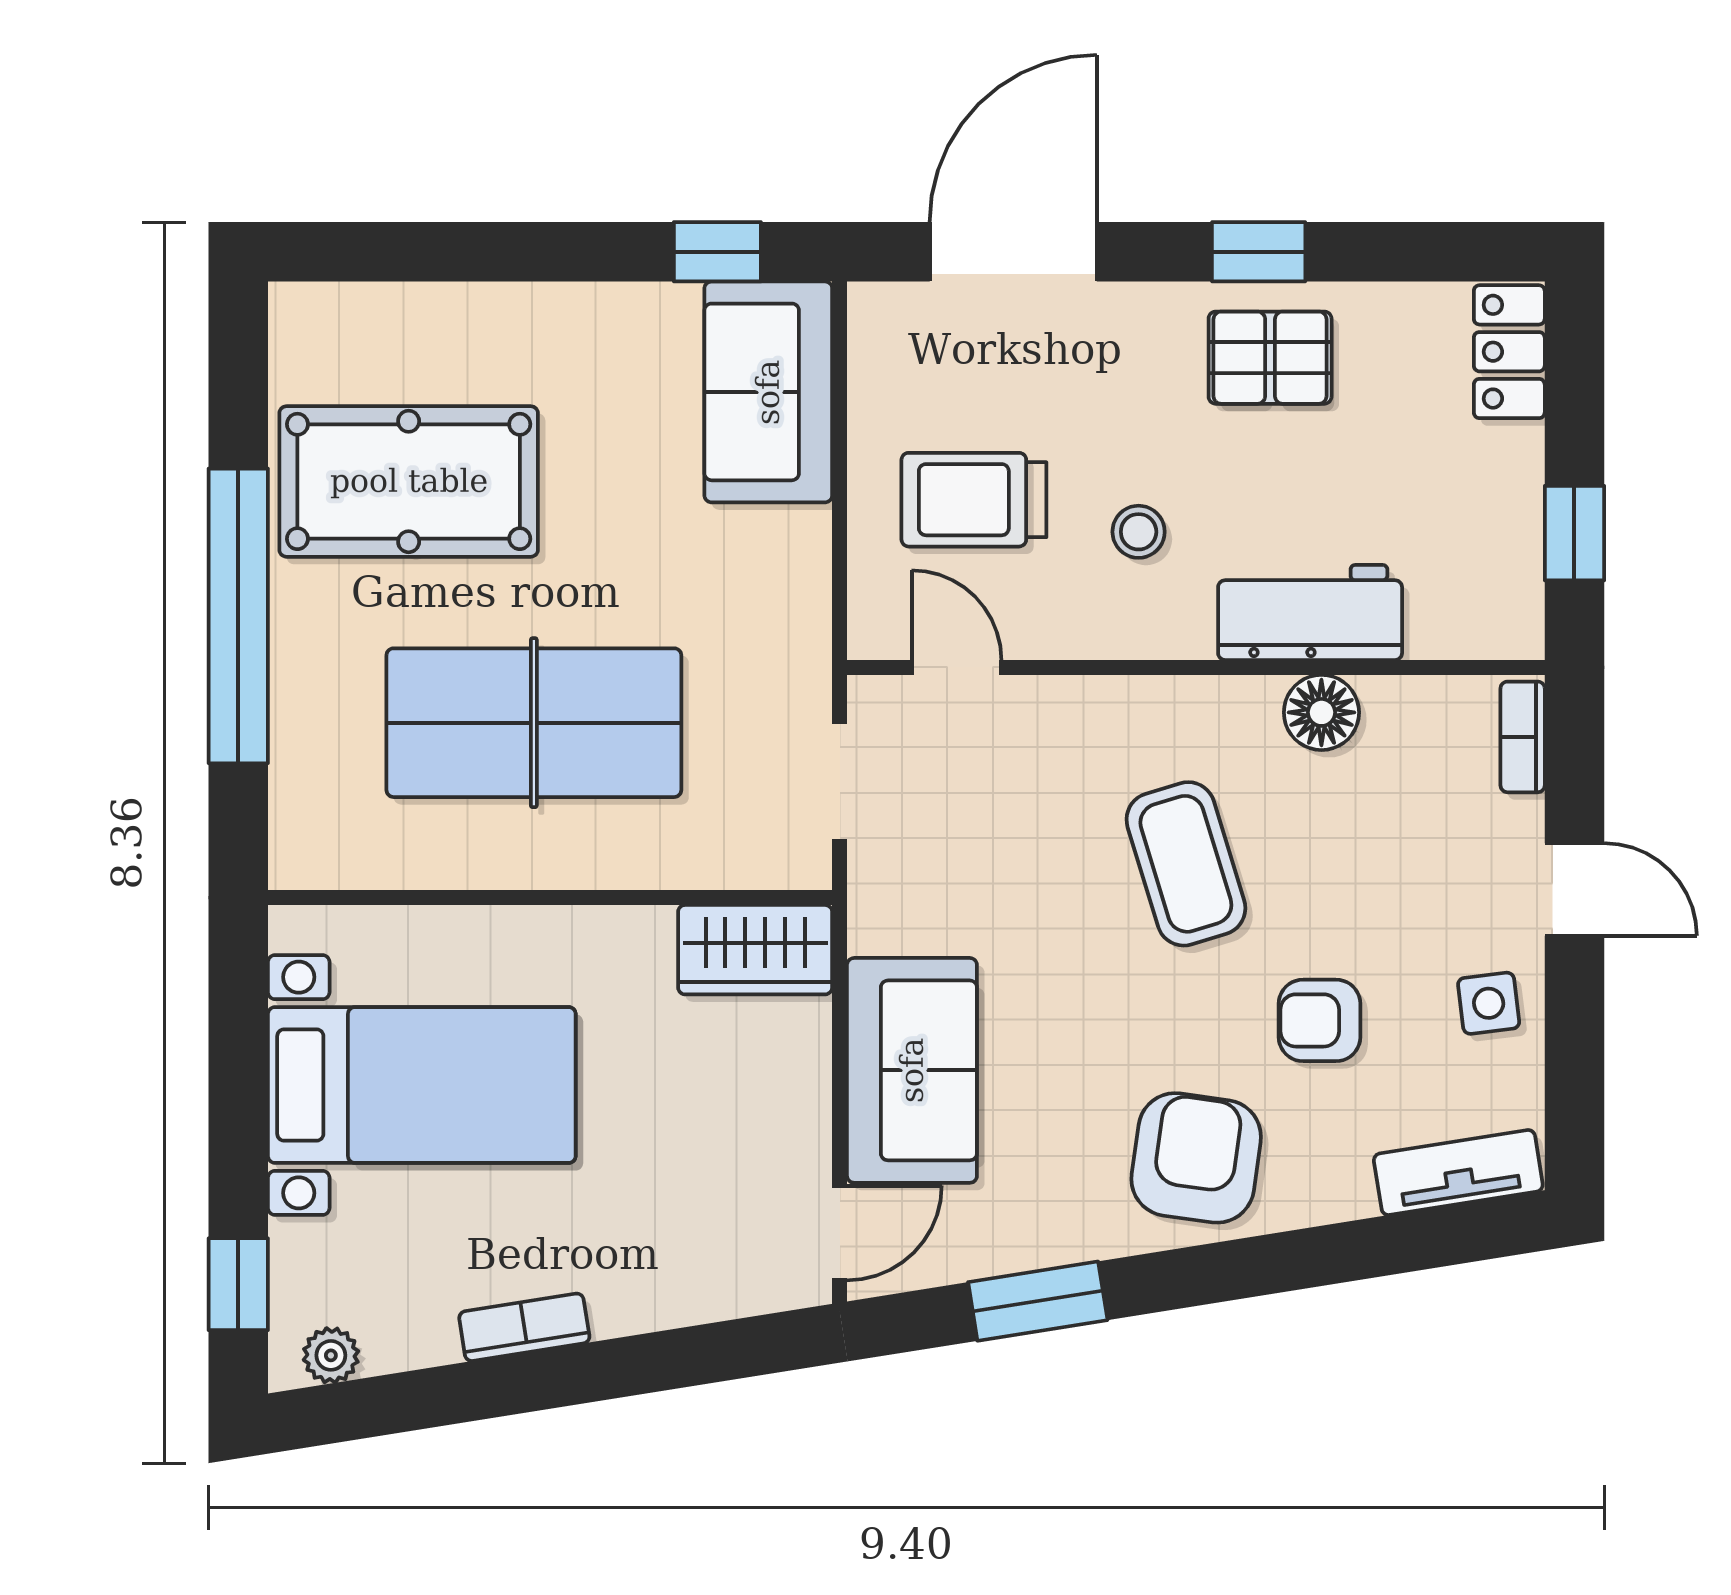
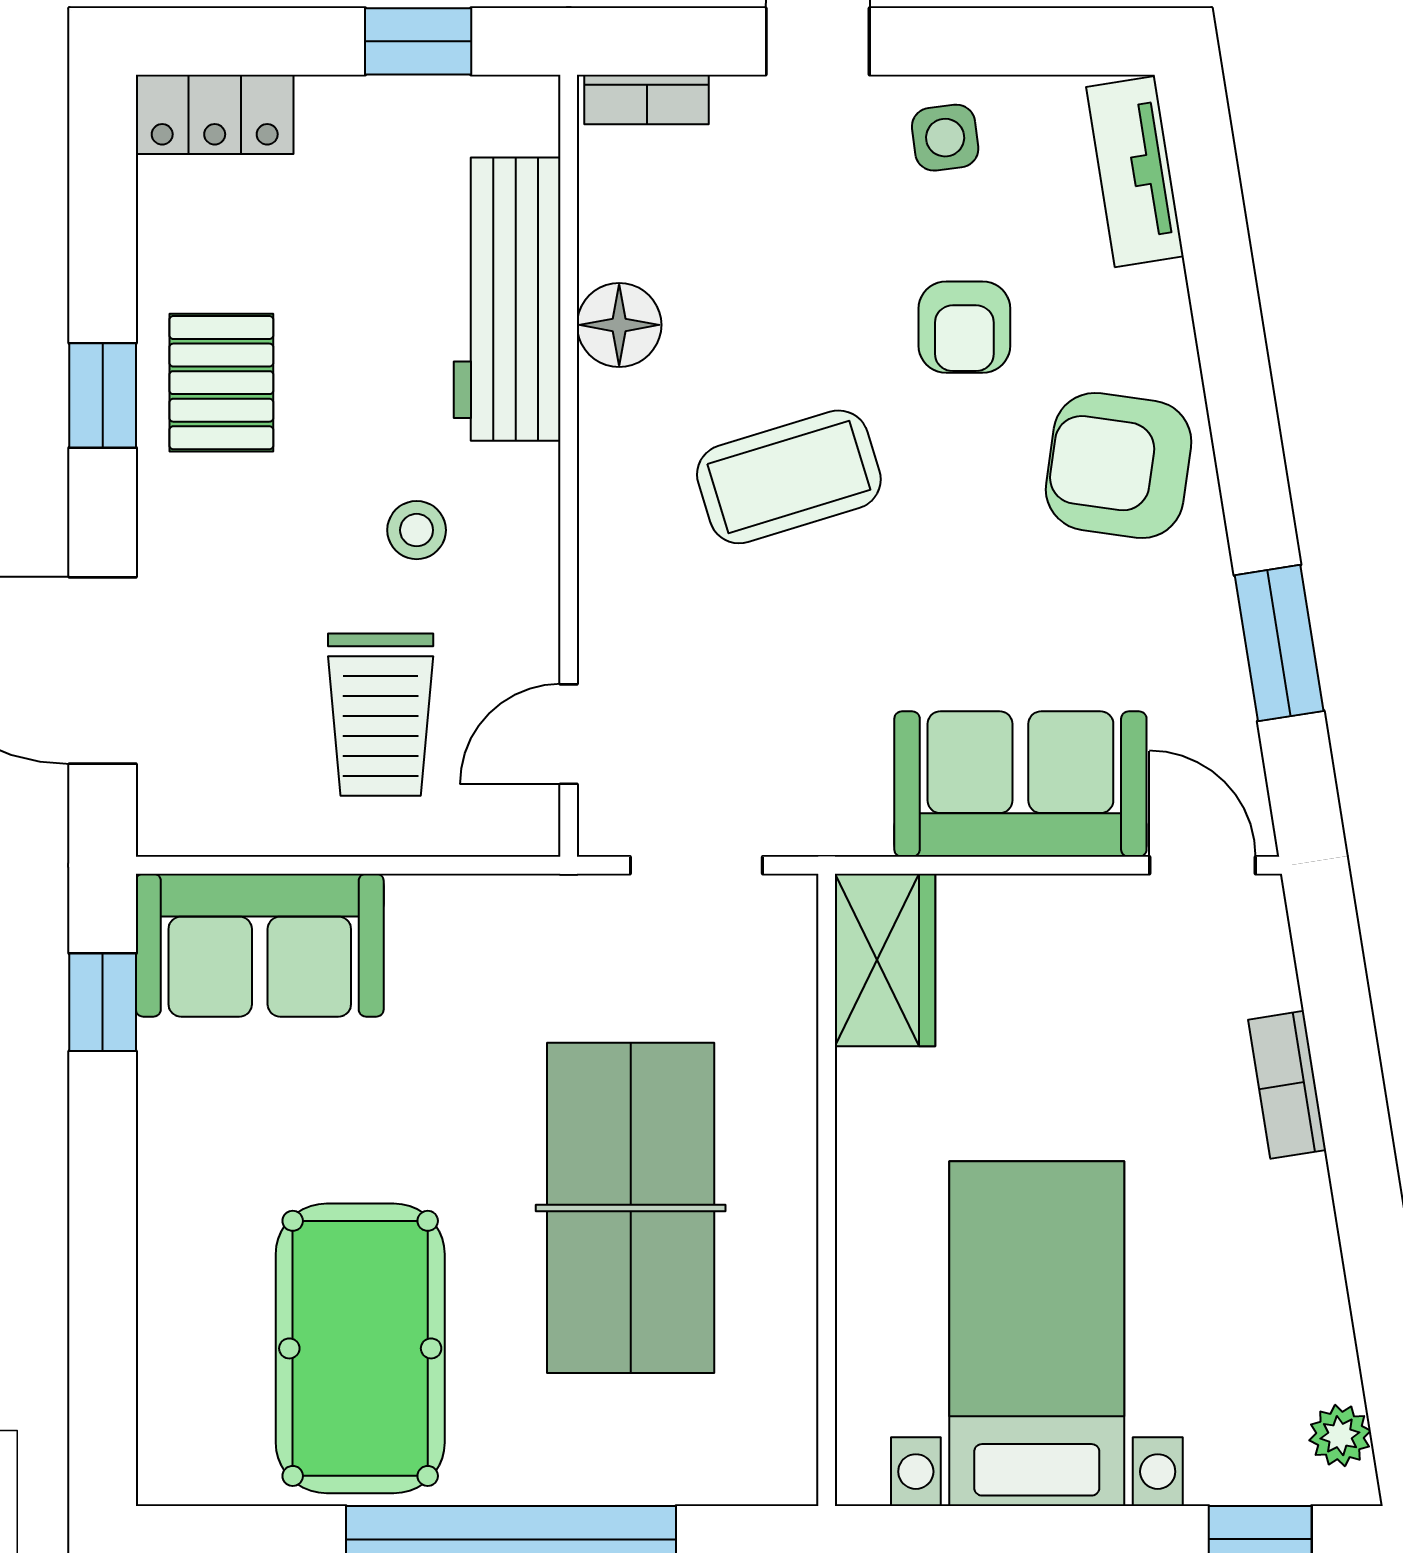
workbench: (1310, 613) -> (507, 299), width x1.38
bookcase: (524, 1327) -> (1287, 1085), moved

